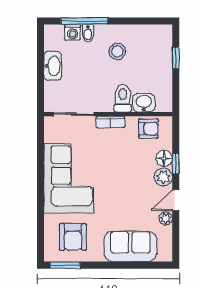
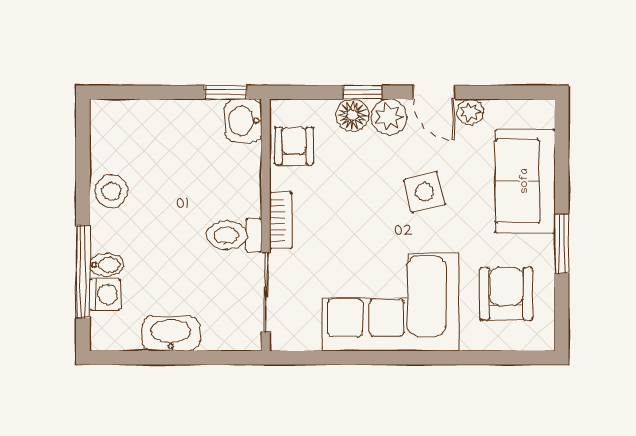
stool: (117, 51) -> (111, 191), moved
window: (176, 58) -> (226, 92), moved
toilet: (123, 98) -> (234, 235), moved
washbasin: (144, 103) -> (243, 121), moved
side table: (125, 195) -> (424, 192), added
armchair: (73, 237) -> (506, 294), turned -90
window: (65, 265) -> (562, 244), moved

